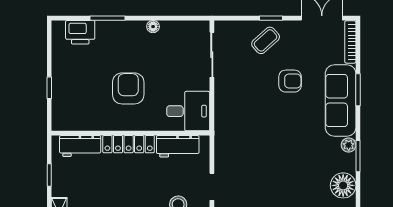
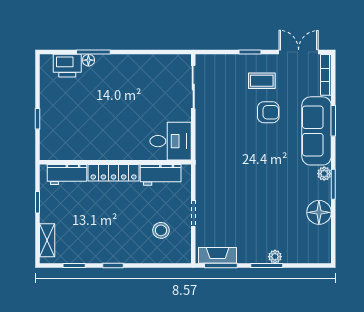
floor lamp: (153, 27) -> (88, 60), moved
coffee table: (266, 40) -> (262, 81), moved, turned 42
armchair: (128, 88) -> (113, 119), removed

